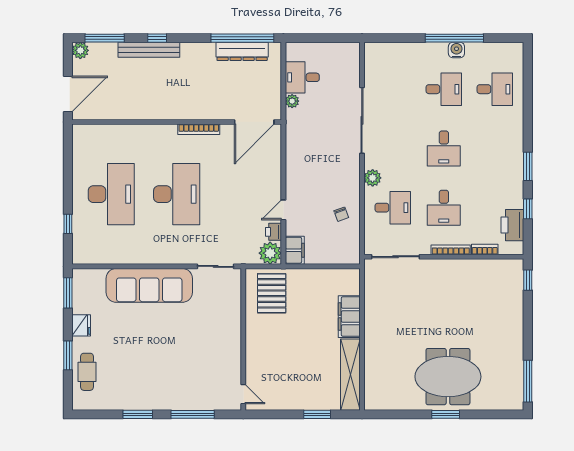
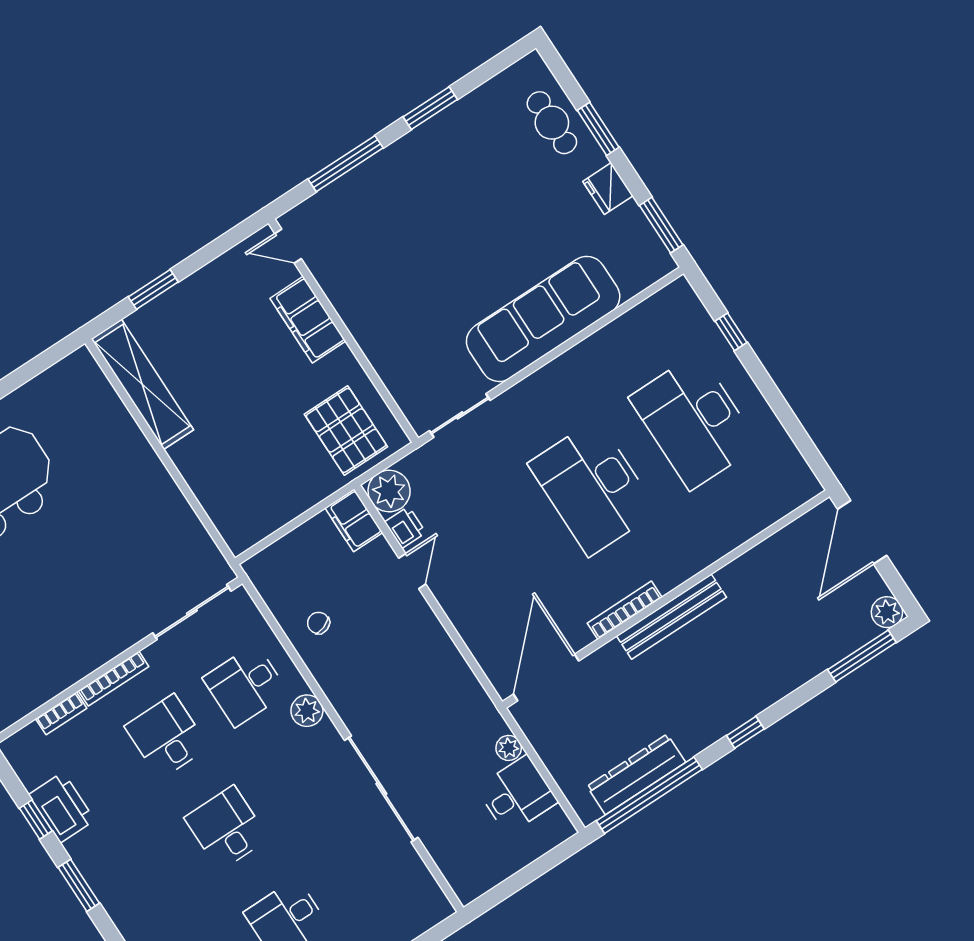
window: (157, 38) -> (745, 732), moved
bench: (149, 50) -> (671, 617), moved
printer: (512, 225) -> (62, 807), moved
filing cabinet: (349, 317) -> (308, 320), moved, turned 180

